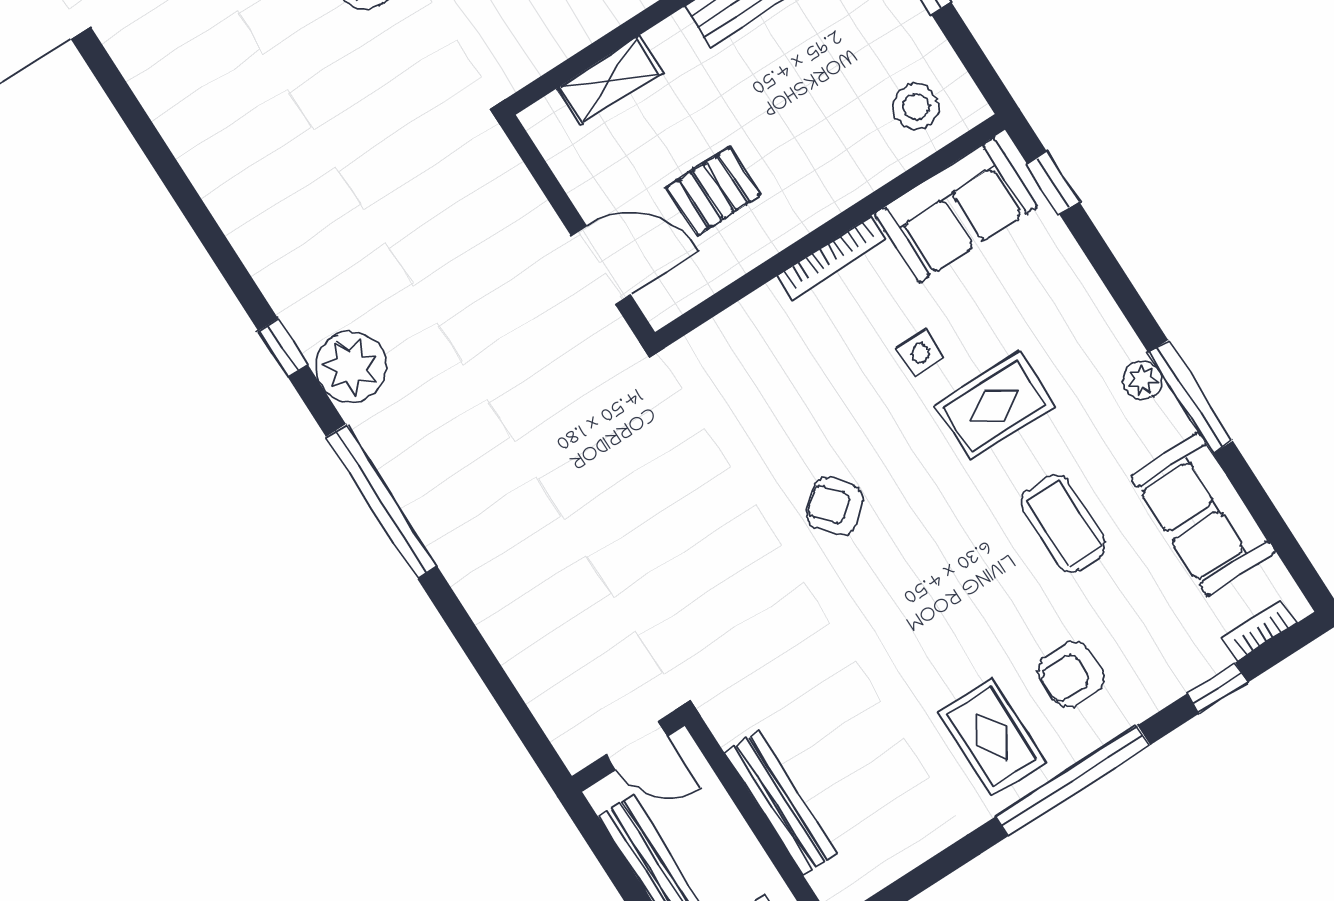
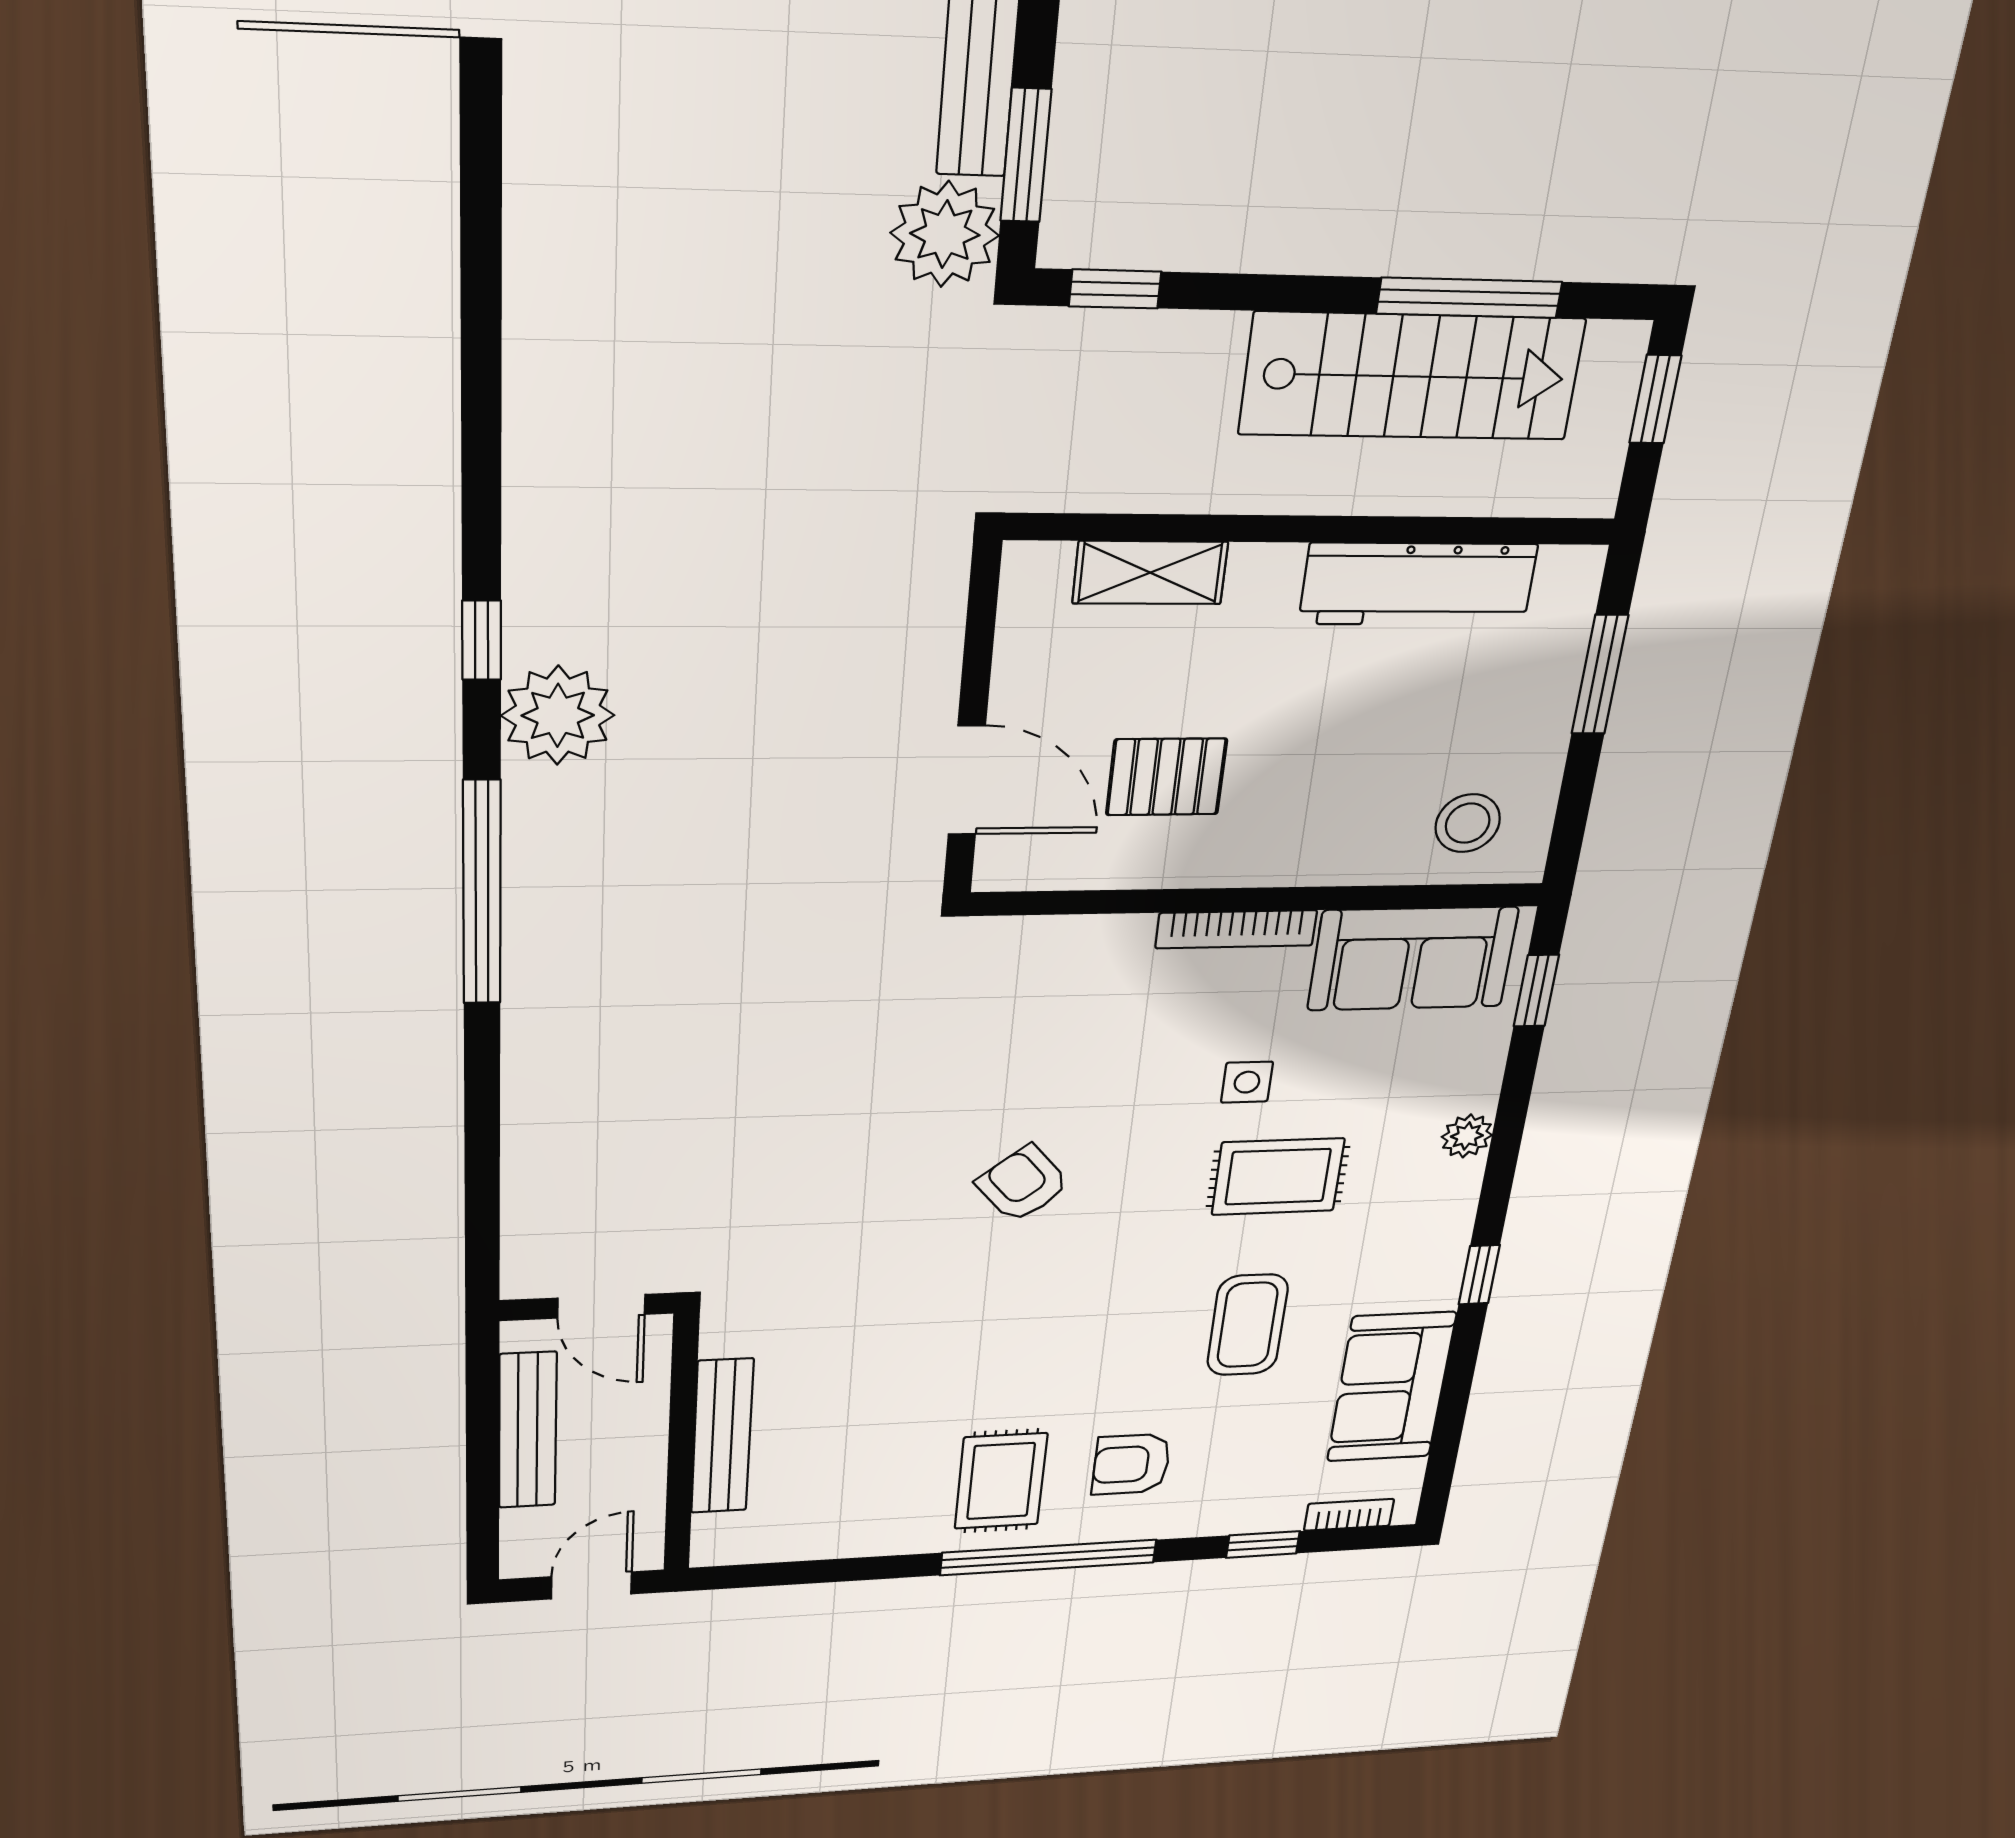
plant: (1143, 380) -> (1467, 1136), moved
window: (1190, 397) -> (1479, 1275), width x0.46

